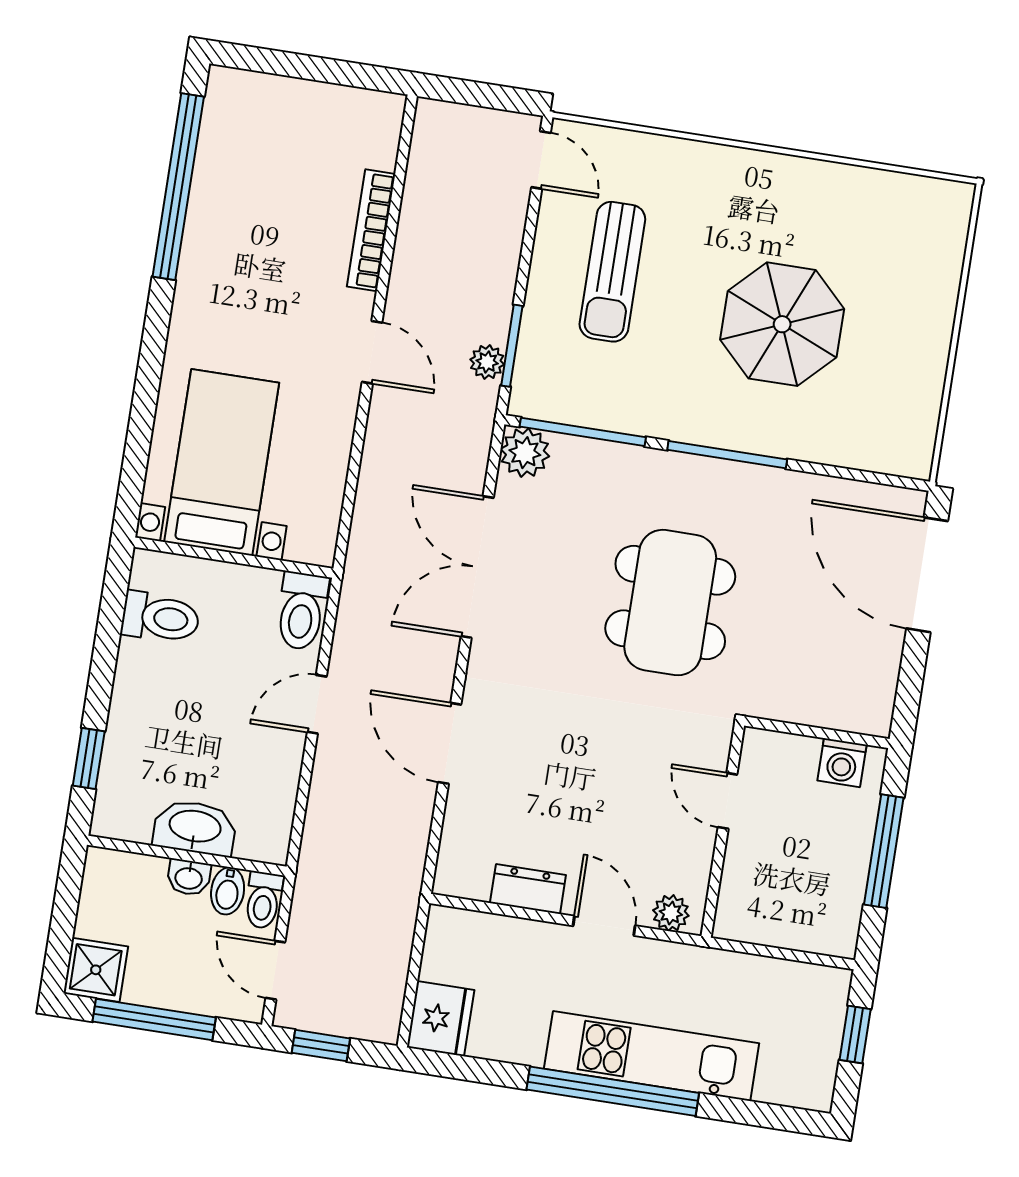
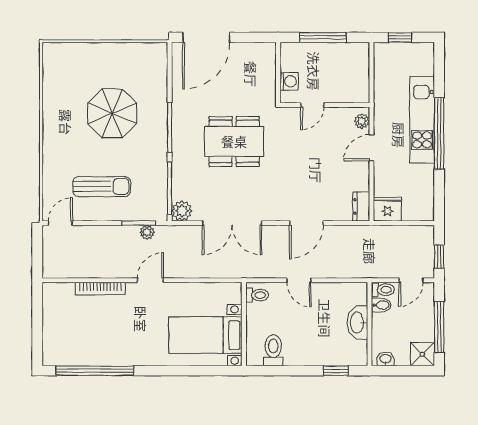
toilet: (302, 611) -> (257, 295), width x0.73, depth x0.72
washing machine: (842, 763) -> (289, 81), moved
washbasin: (189, 877) -> (385, 359), moved, turned -90
dresser: (528, 889) -> (361, 207), moved
fridge: (441, 1019) -> (387, 209), moved

